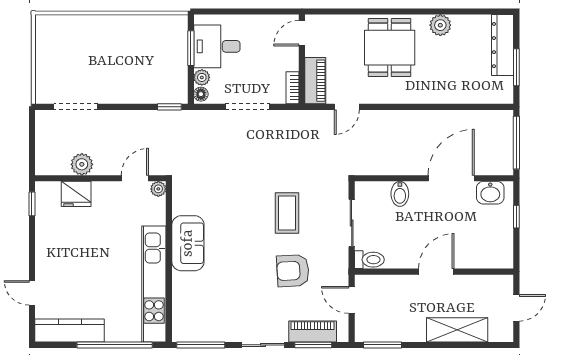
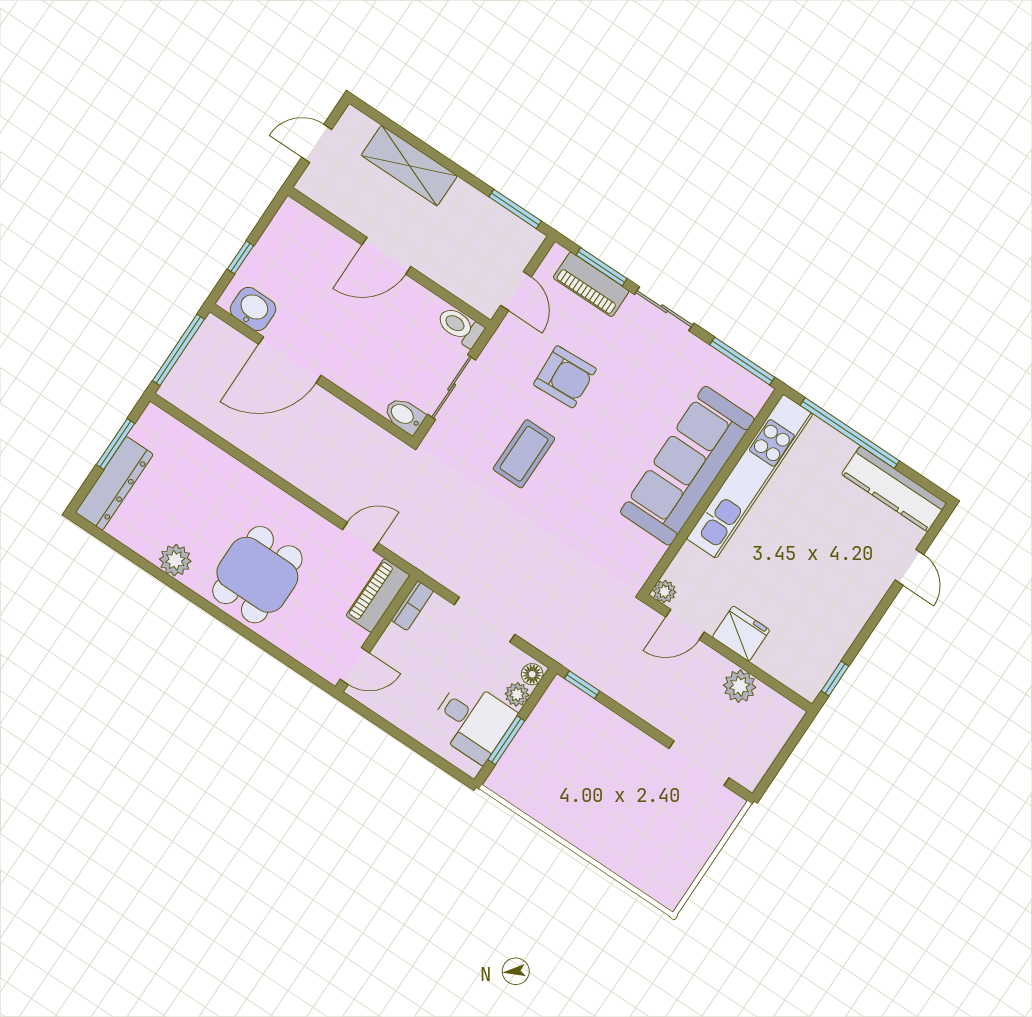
fridge: (76, 194) -> (741, 634), moved
bidet: (400, 194) -> (404, 415), moved, turned -90
sofa: (188, 243) -> (687, 466), width x1.85, depth x1.27

